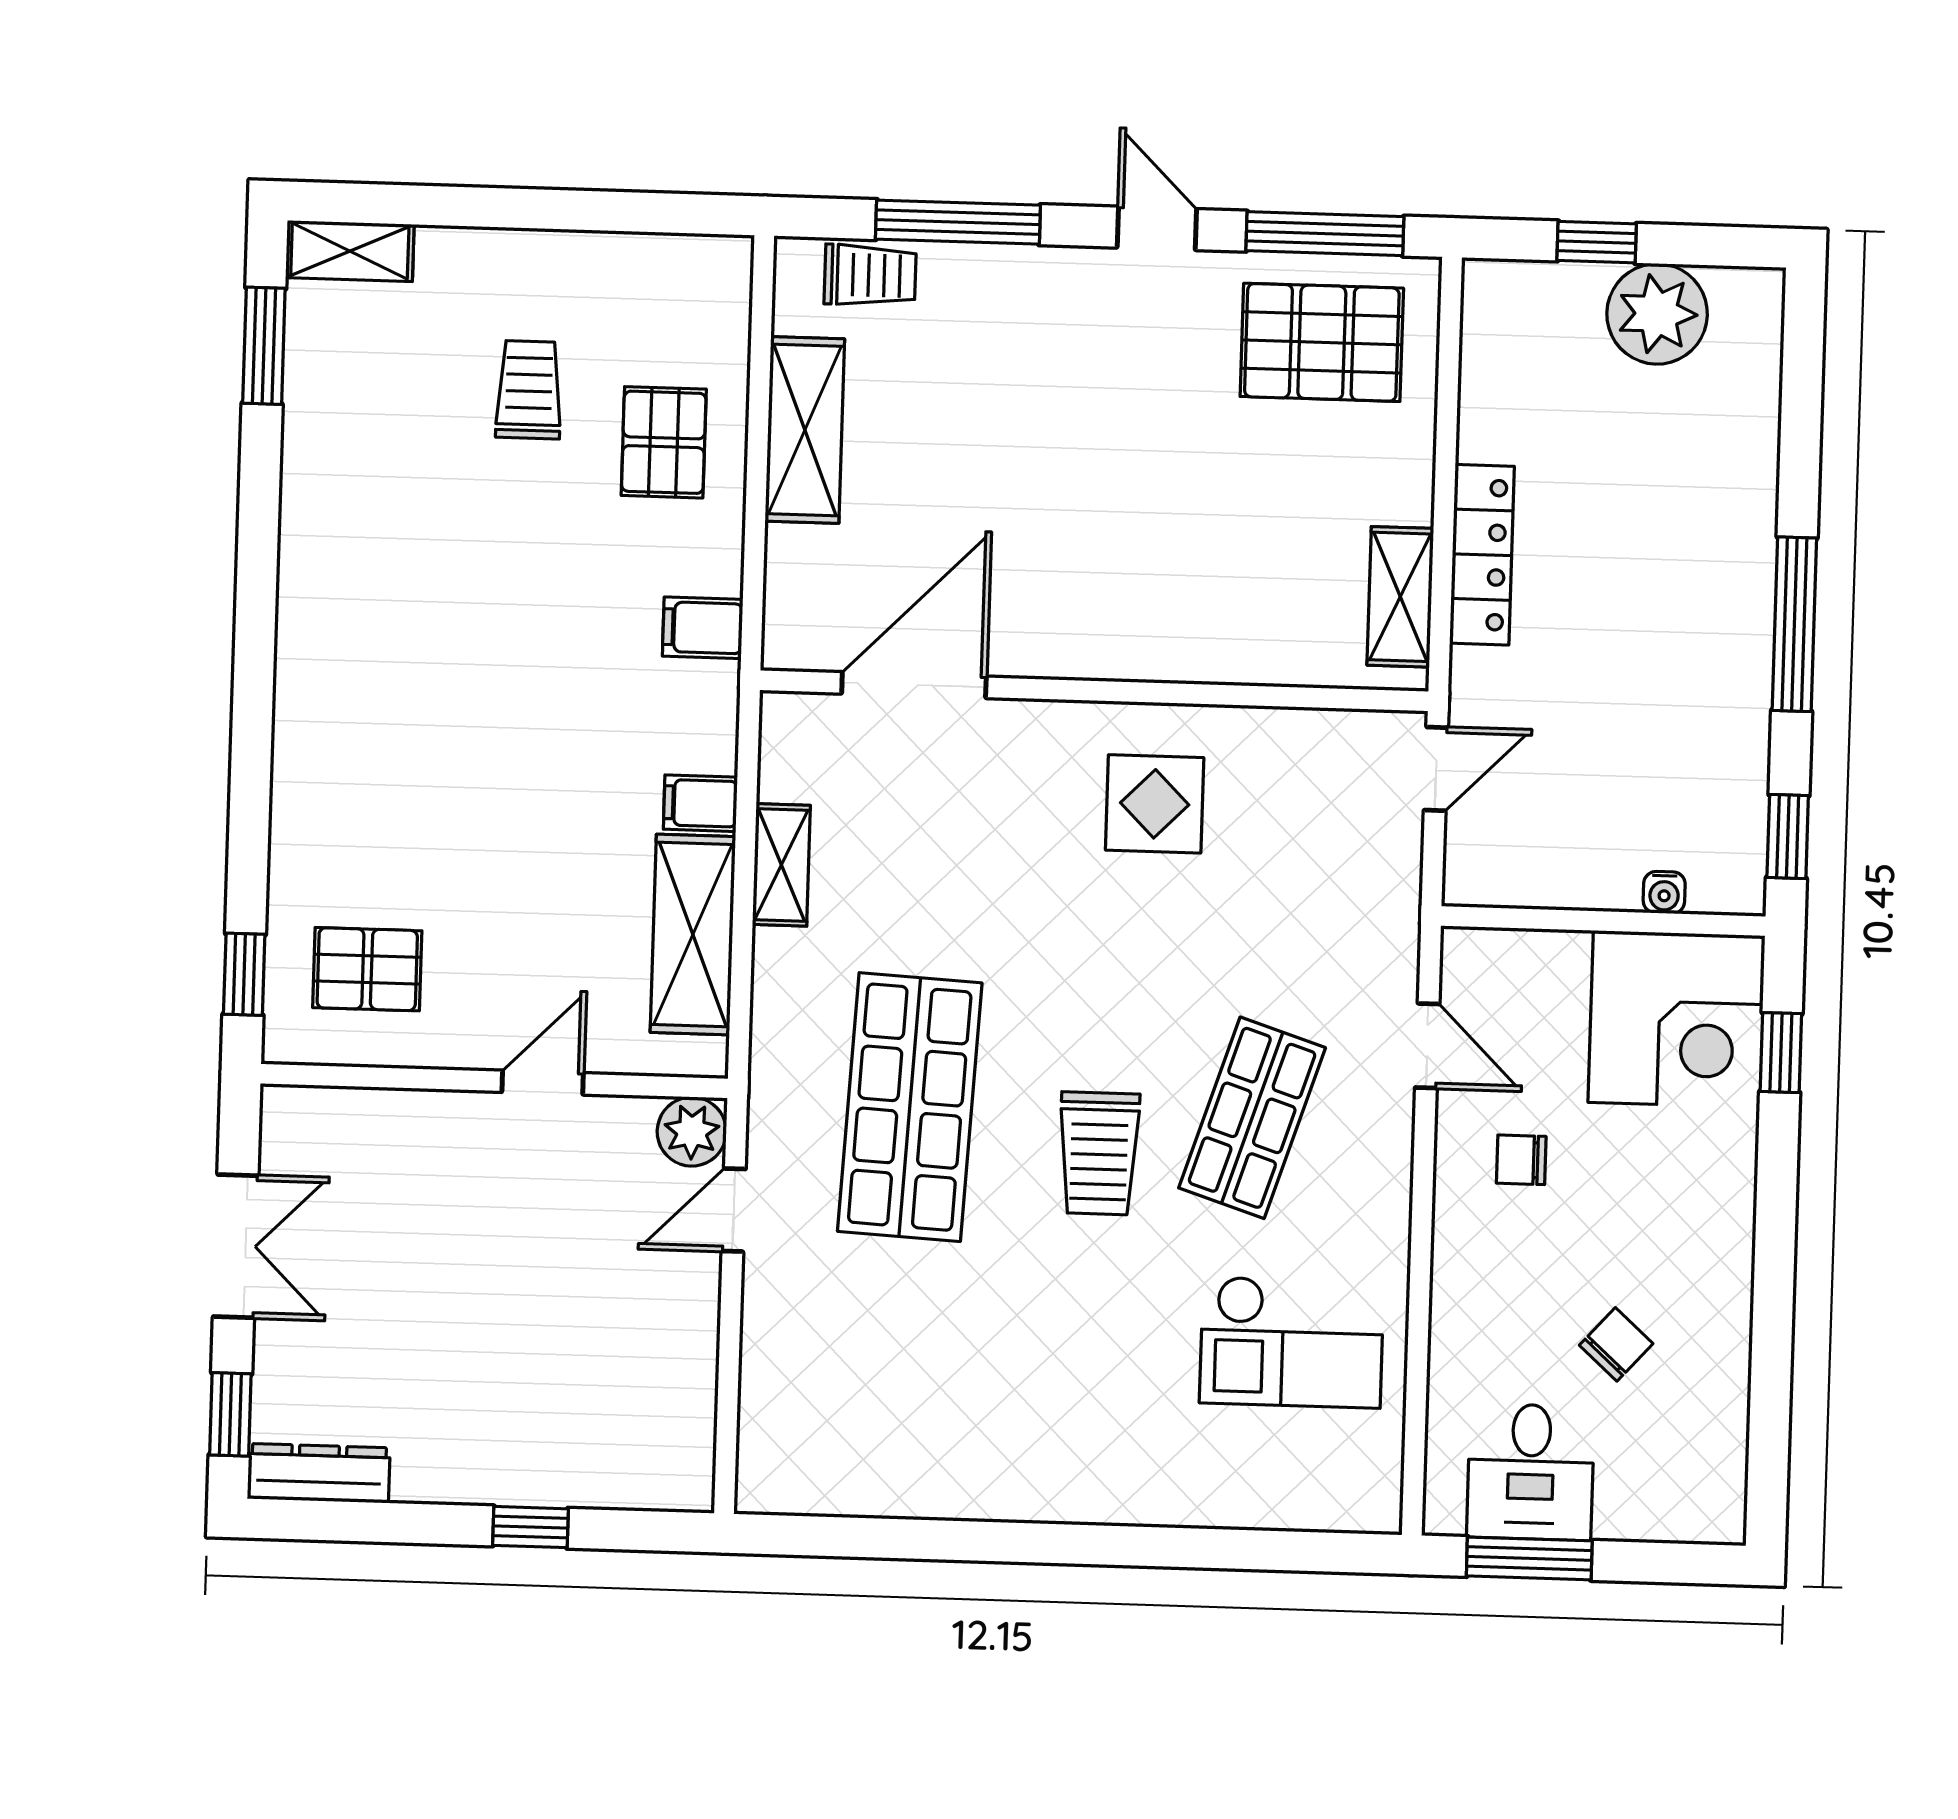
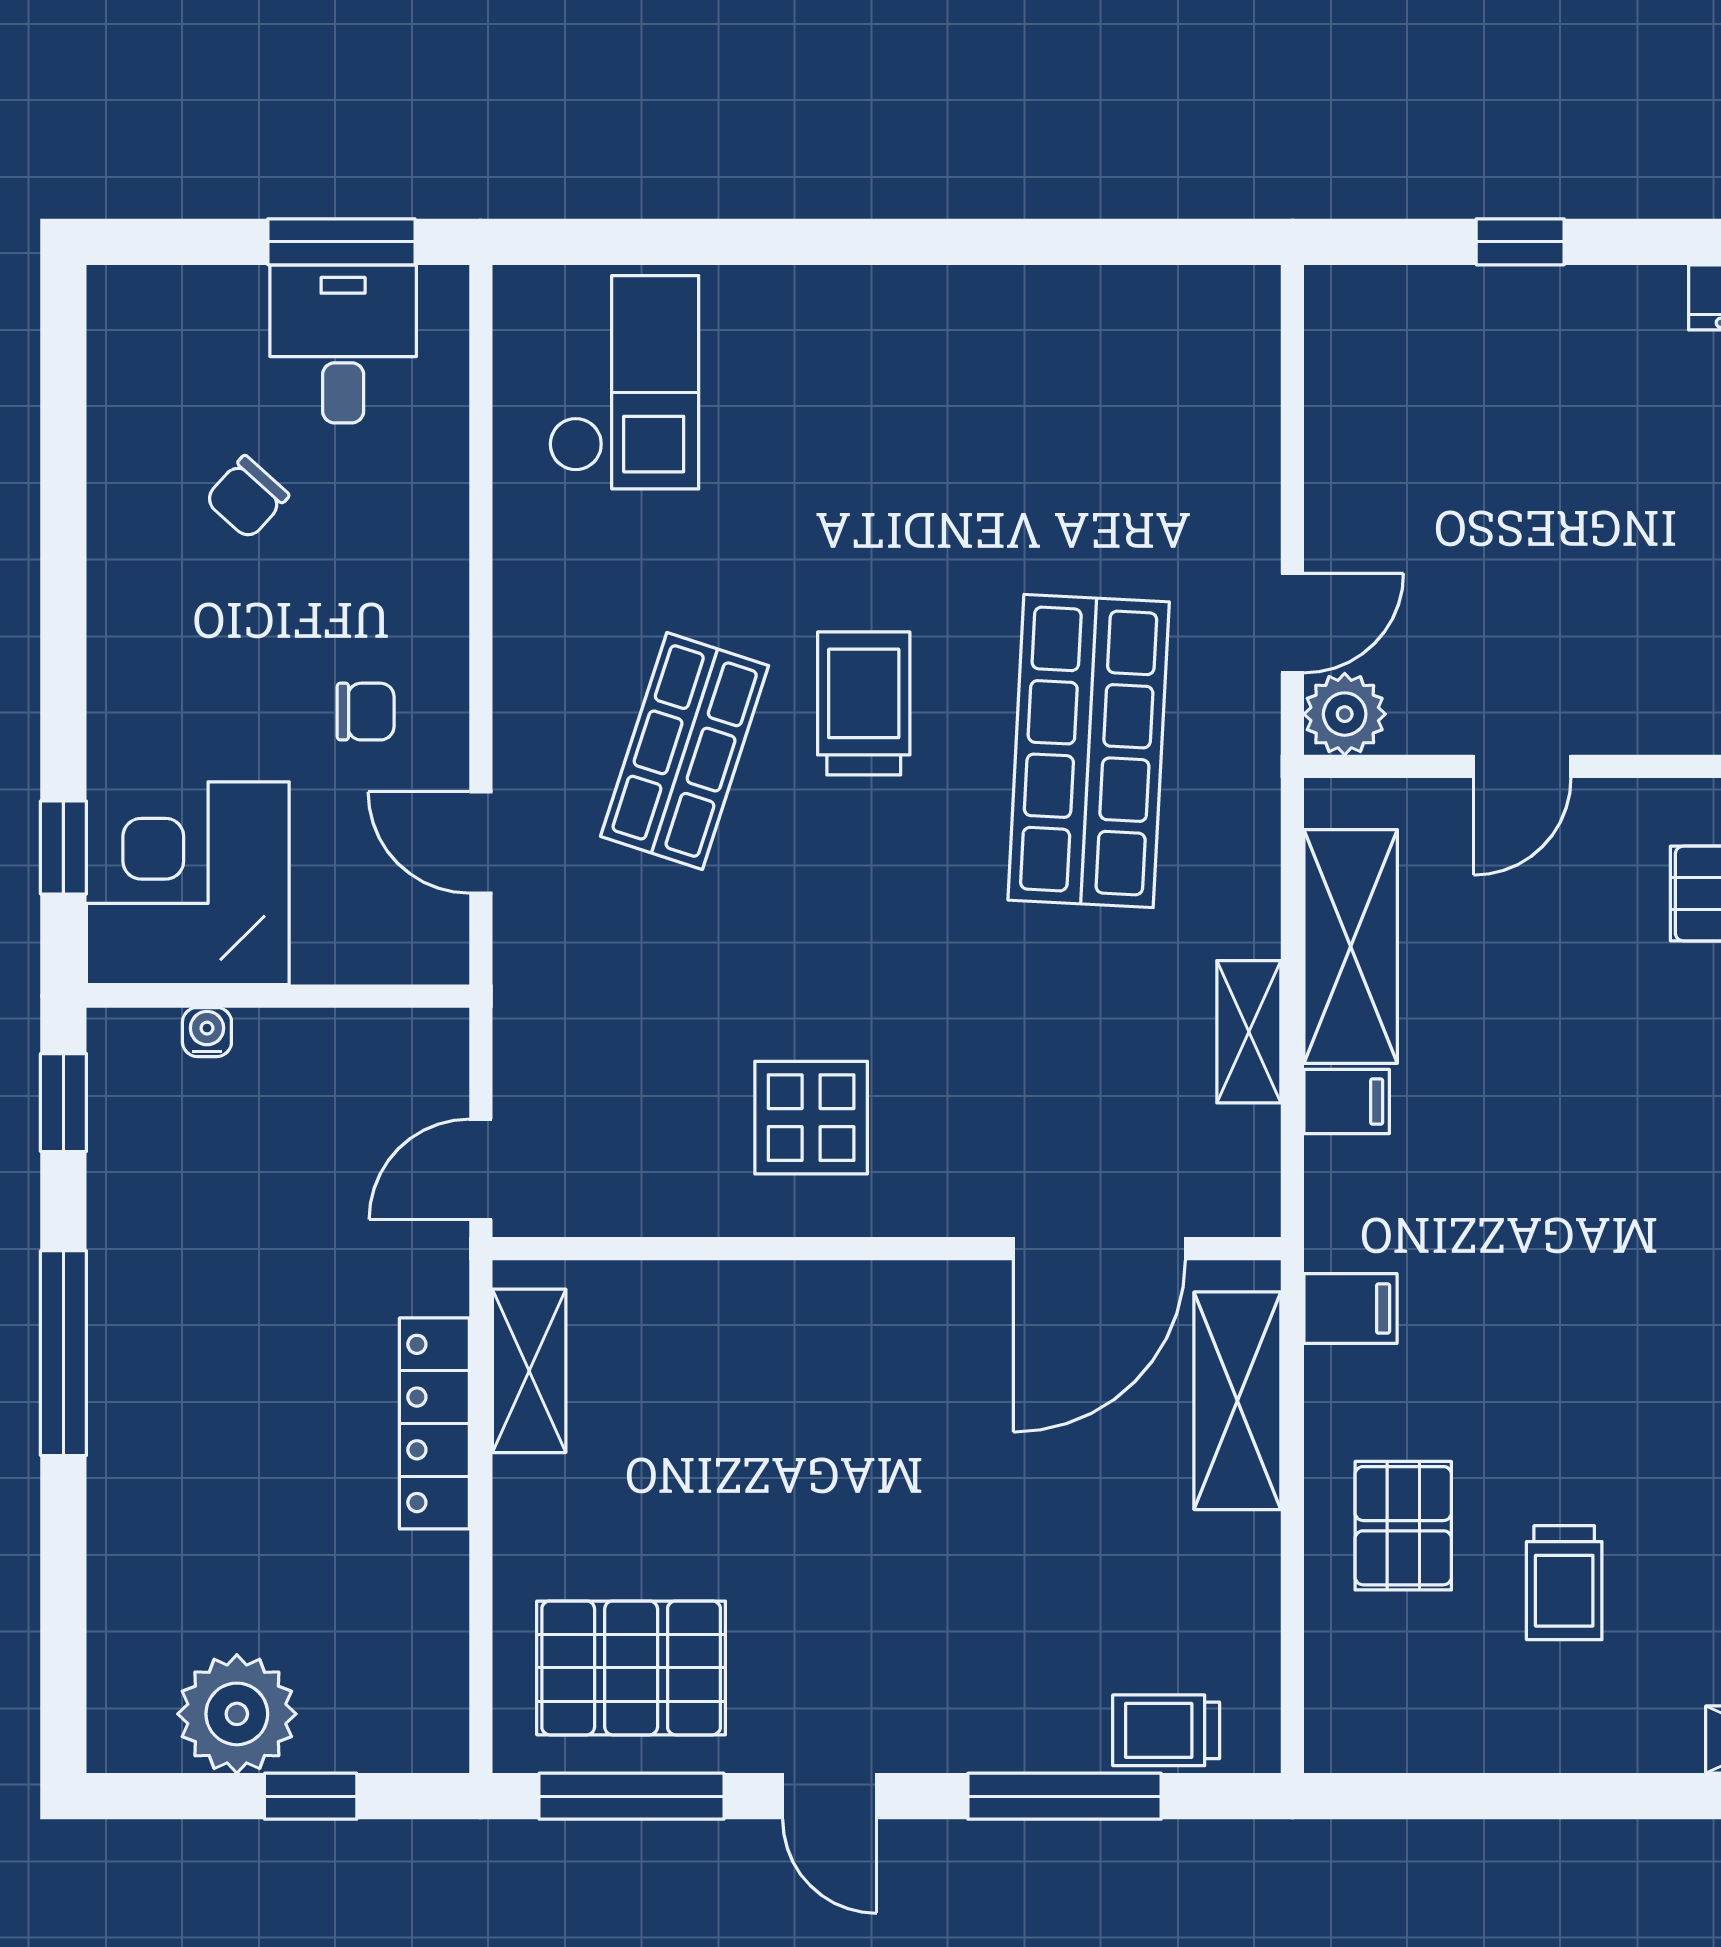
shelving: (805, 430) -> (1237, 1401), moved
checkout: (1292, 1342) -> (624, 382), moved, turned 90

